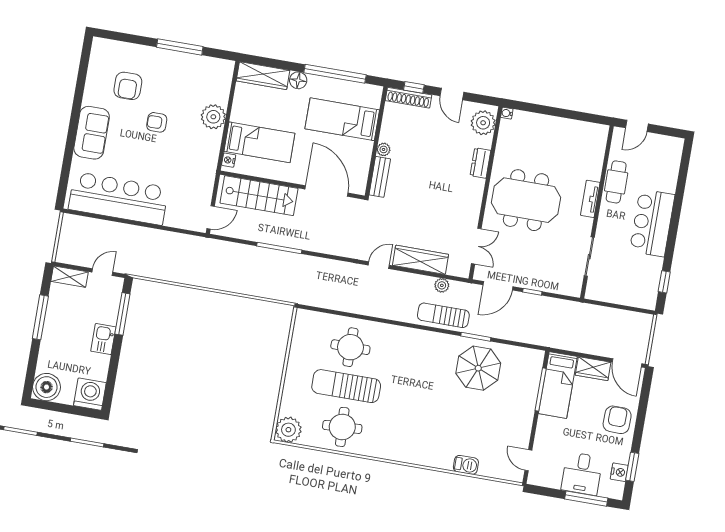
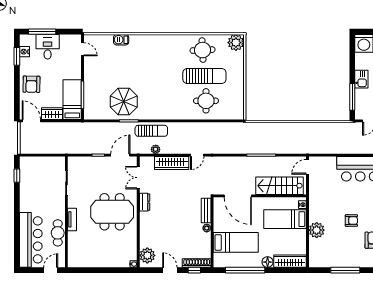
dresser: (480, 163) -> (145, 202), moved
bar counter: (652, 223) -> (31, 240), moved, width x1.36

